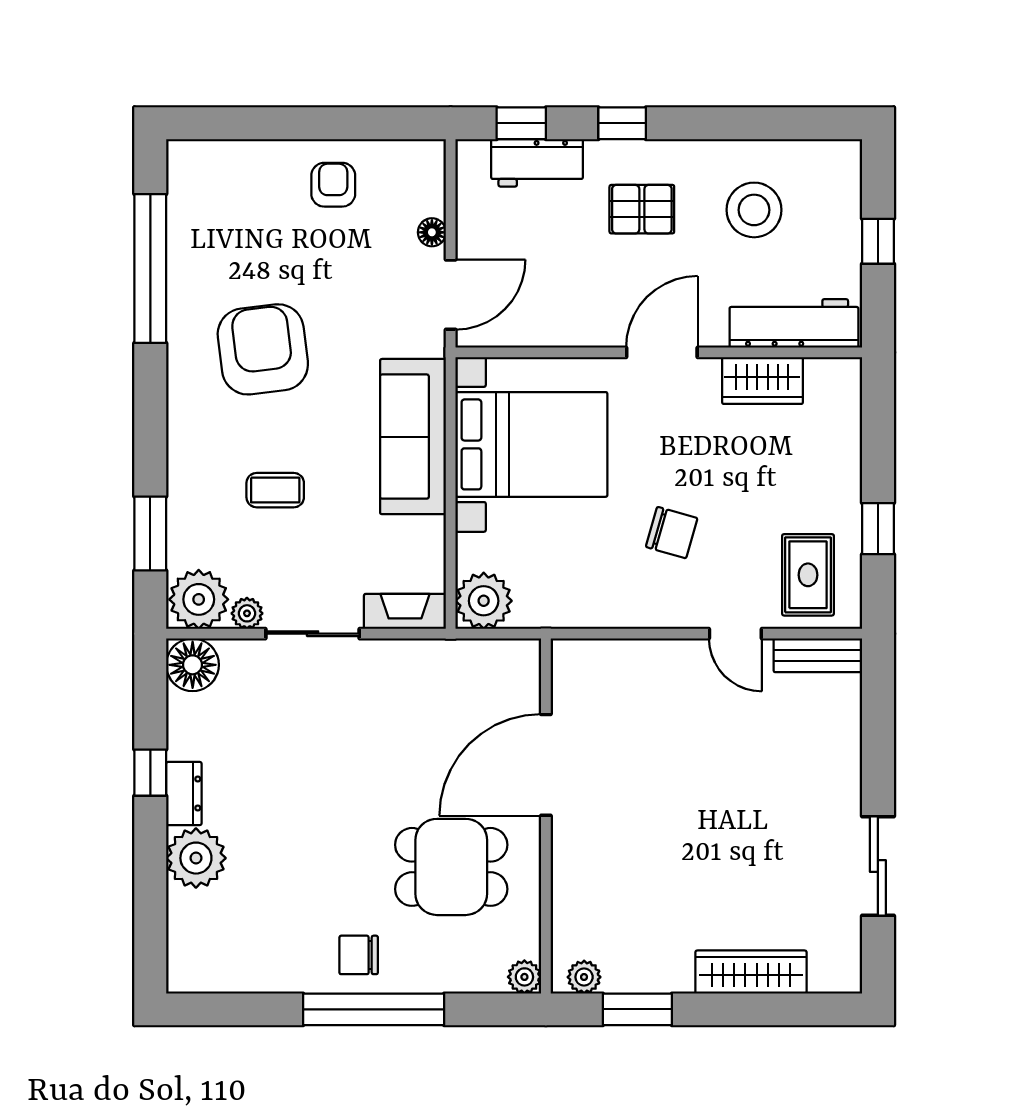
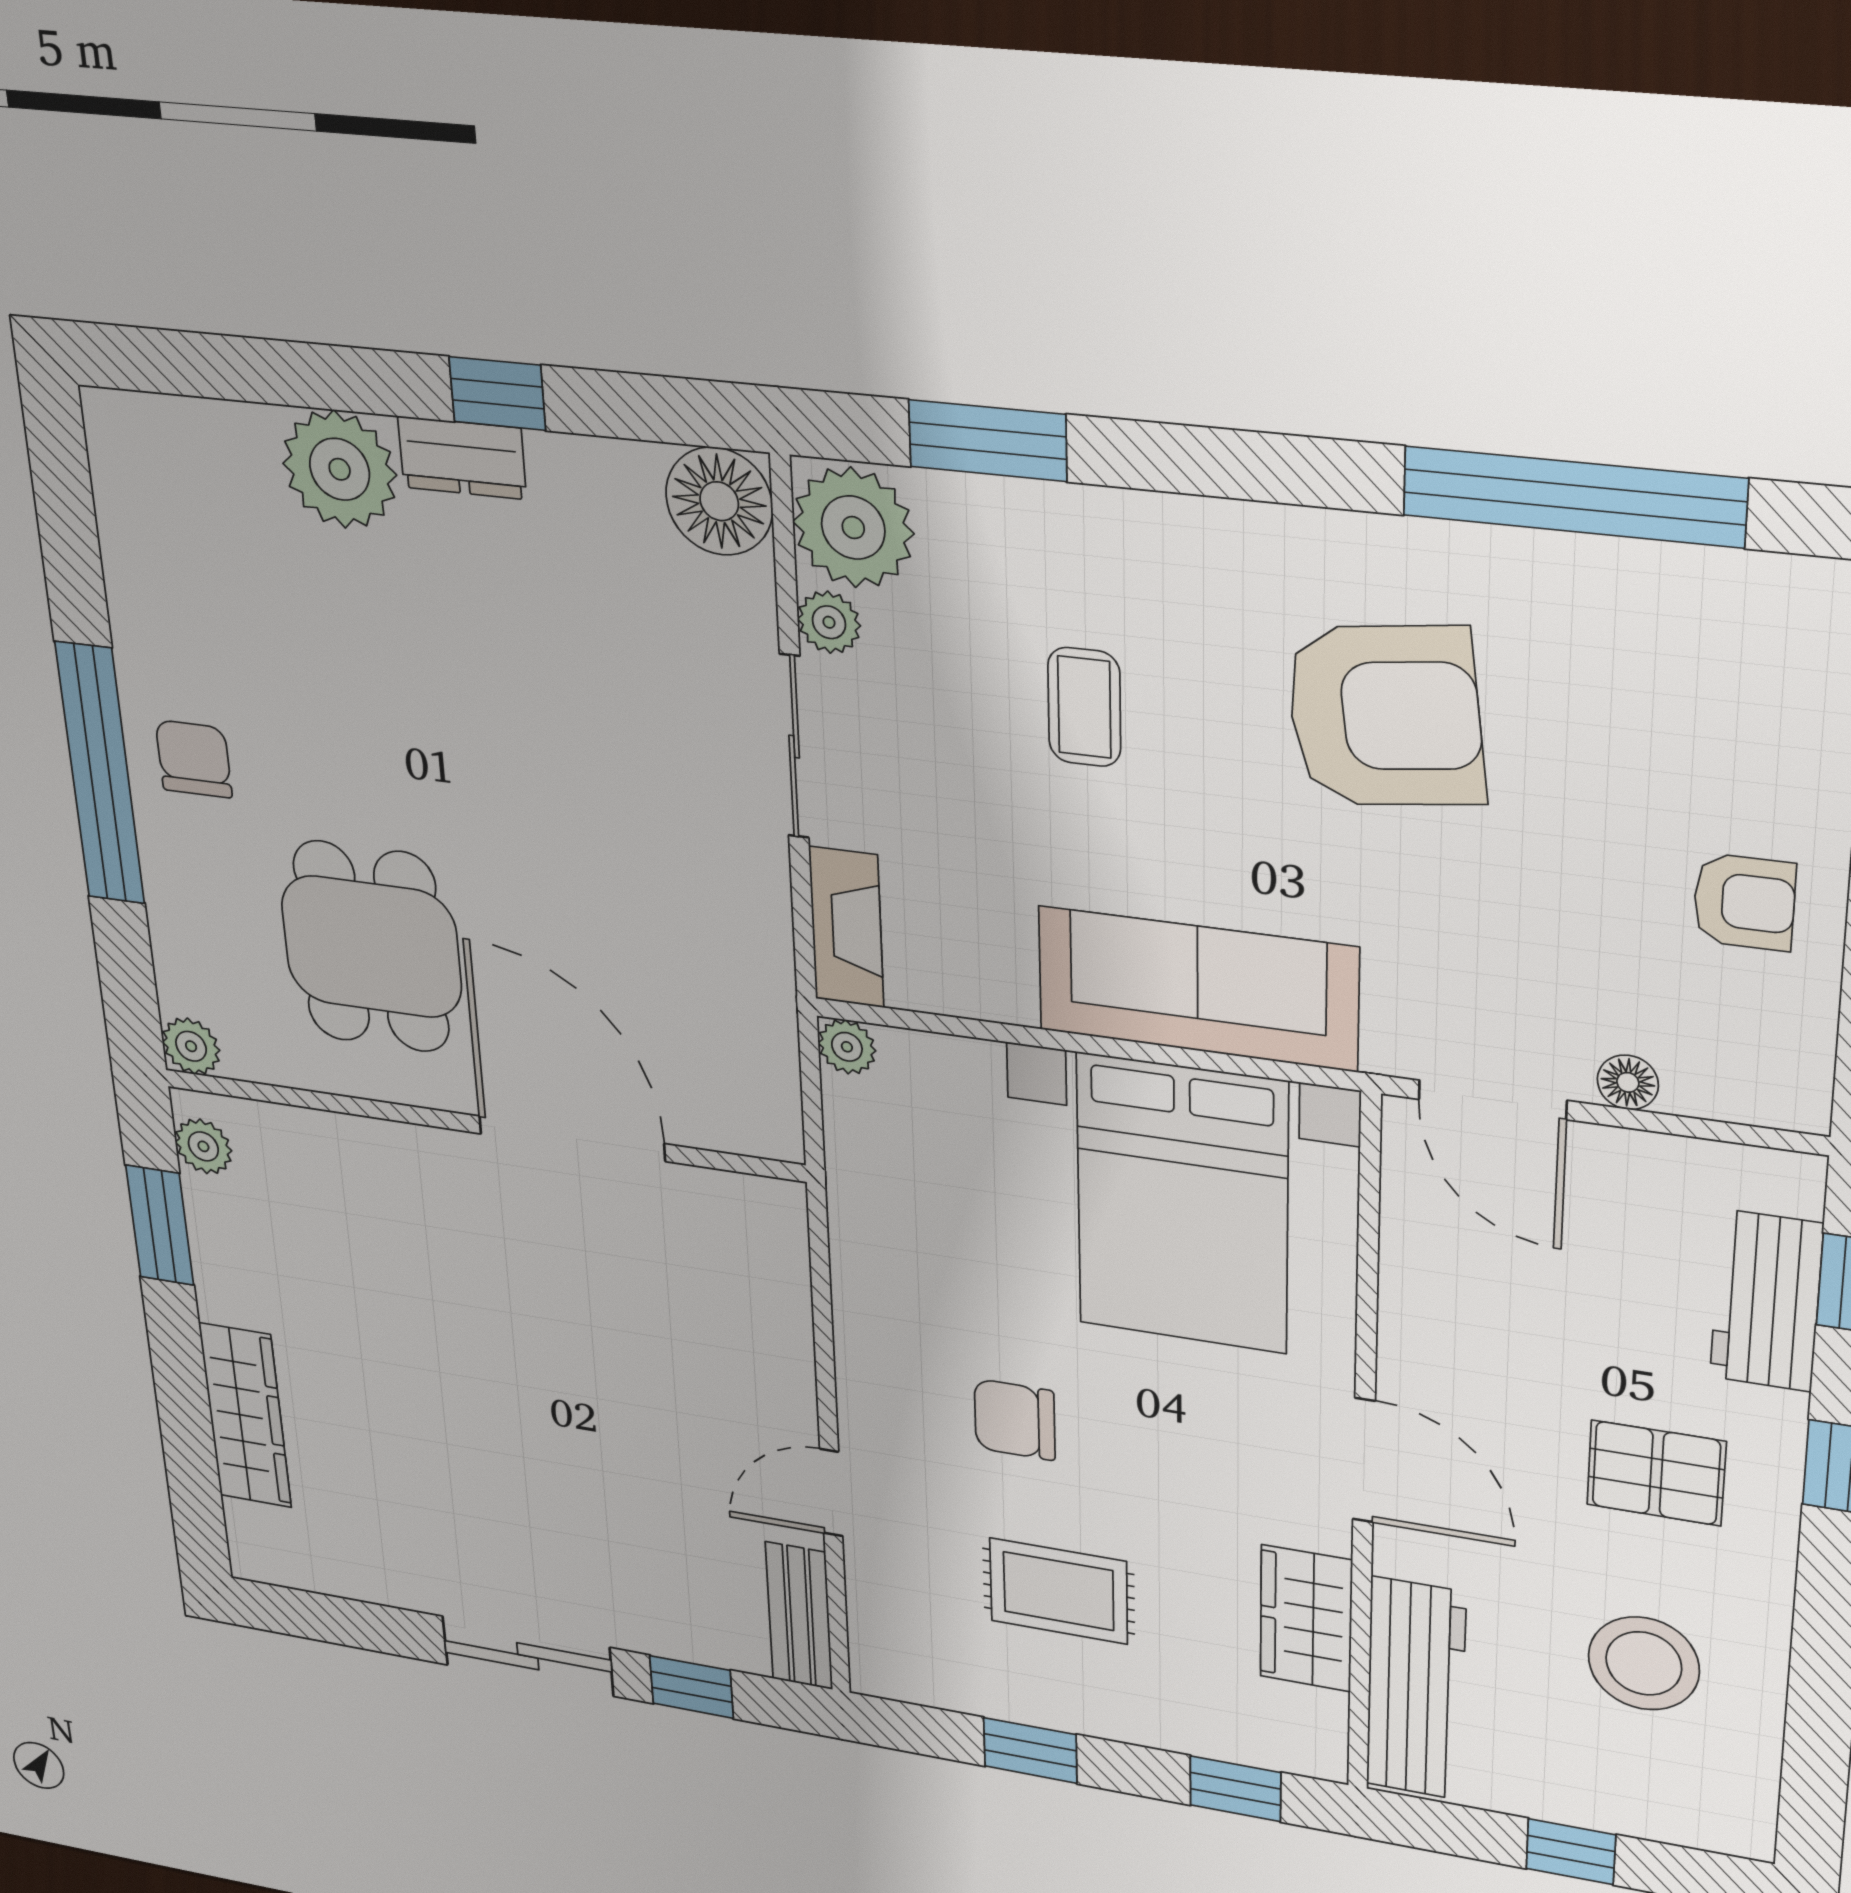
pallet: (642, 209) -> (1656, 1473), turned 90
window: (878, 417) -> (1235, 1789), added
chair: (672, 533) -> (1015, 1420), turned 74
rug: (808, 575) -> (1059, 1591), moved
plant: (484, 601) -> (847, 1047), width x0.53, depth x0.53
window: (878, 720) -> (692, 1687), added
sliding door: (878, 866) -> (528, 1656), moved

